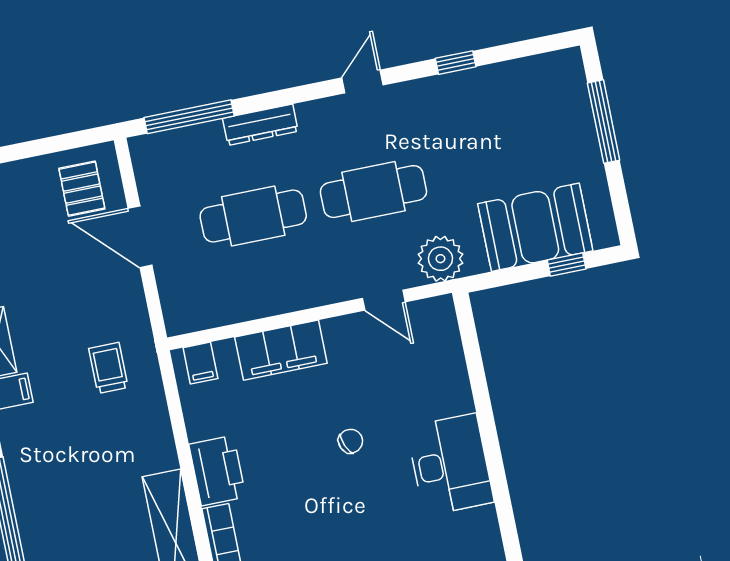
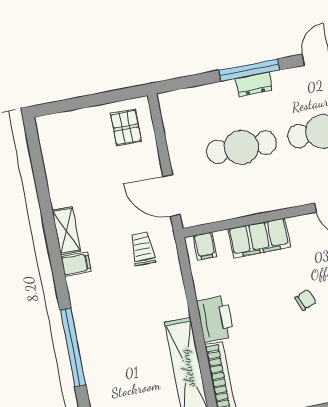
window: (189, 117) -> (249, 70), moved
dresser: (260, 125) -> (254, 84), width x0.70
door: (140, 237) -> (172, 196), moved

